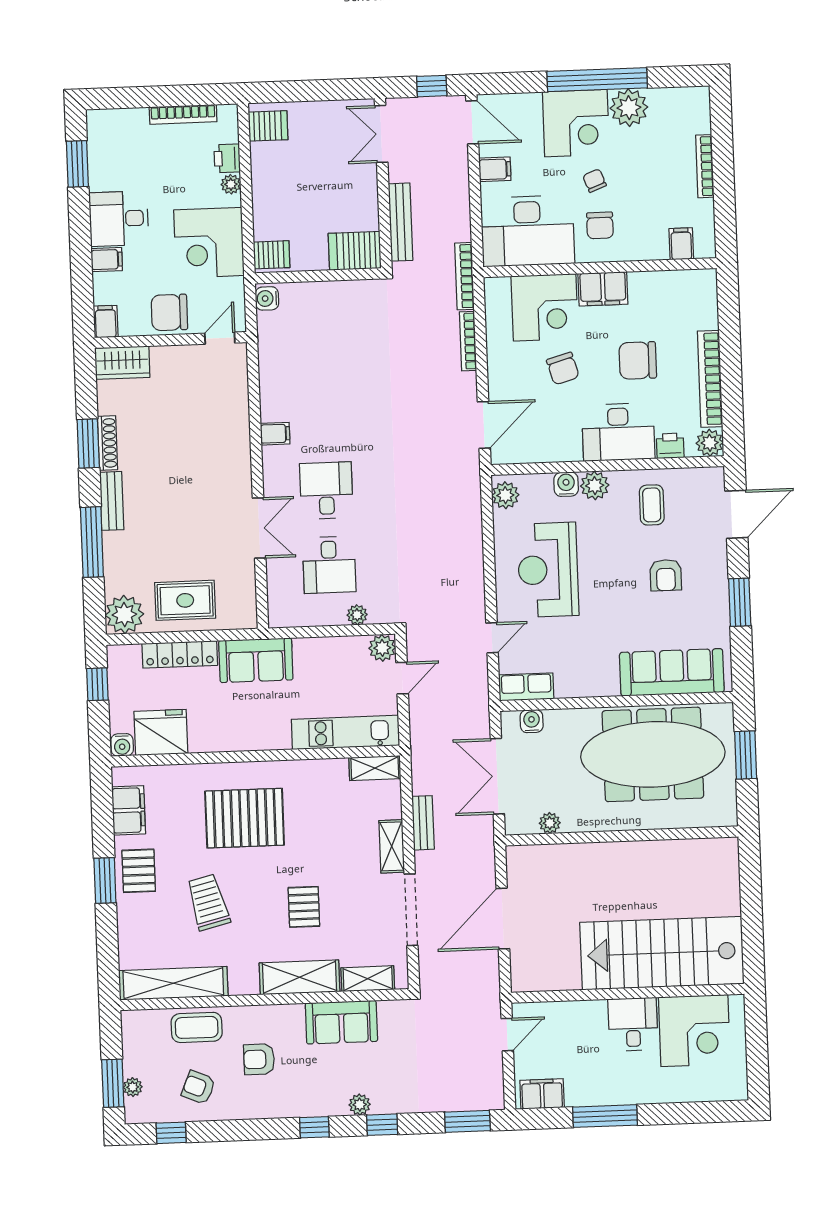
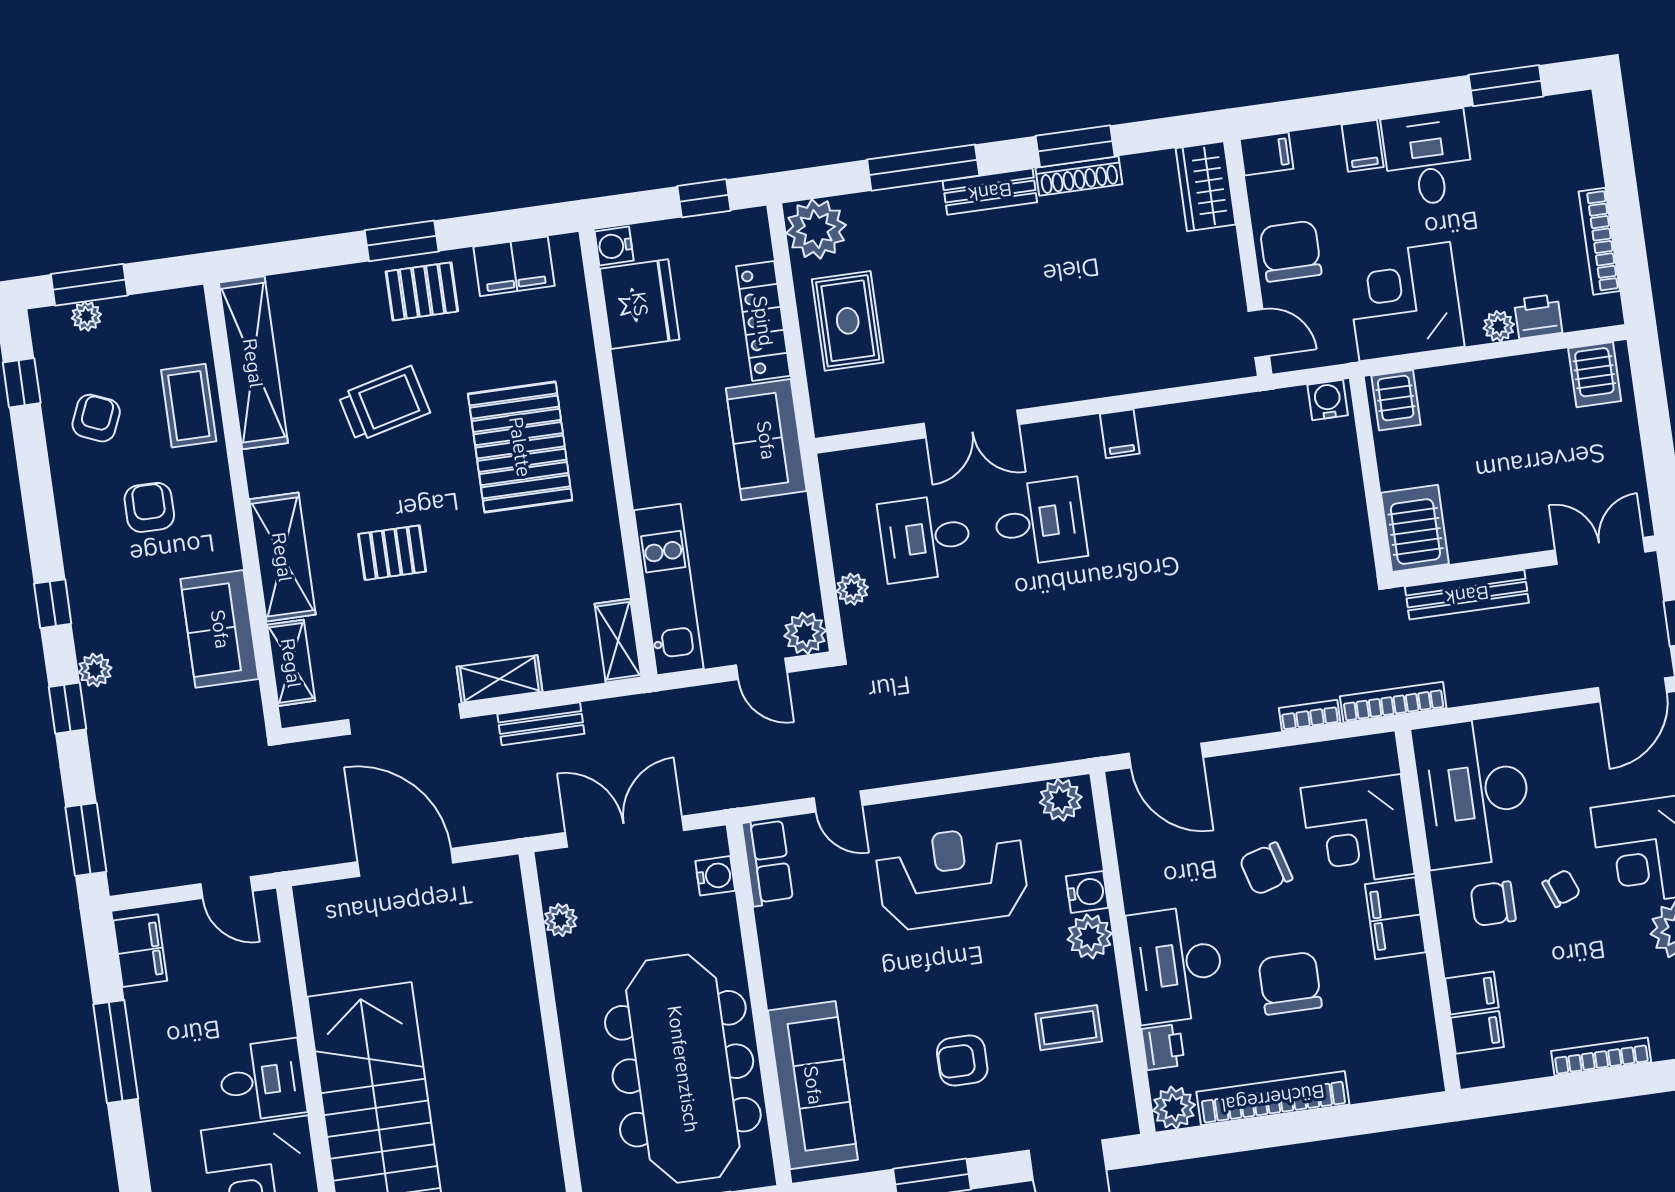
filing cabinet: (495, 169) -> (1472, 993), moved, turned -90
bookcase: (468, 341) -> (1310, 715), width x0.64

